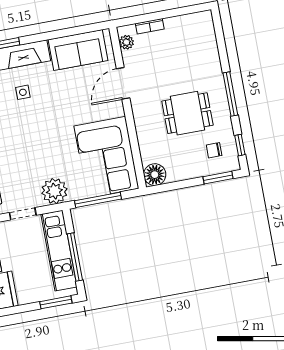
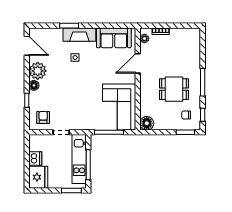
plant: (54, 191) -> (83, 122), removed

